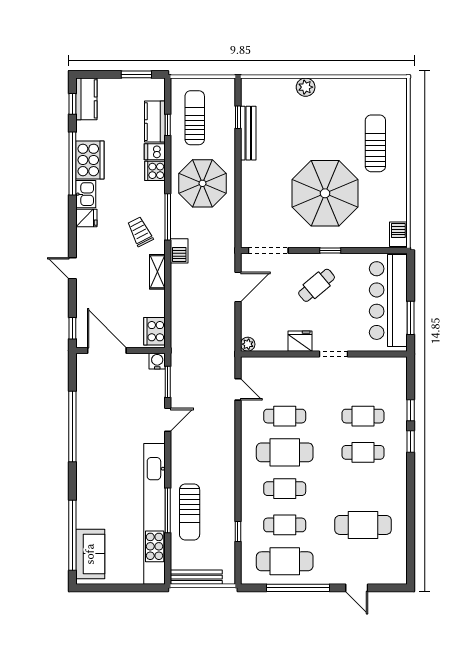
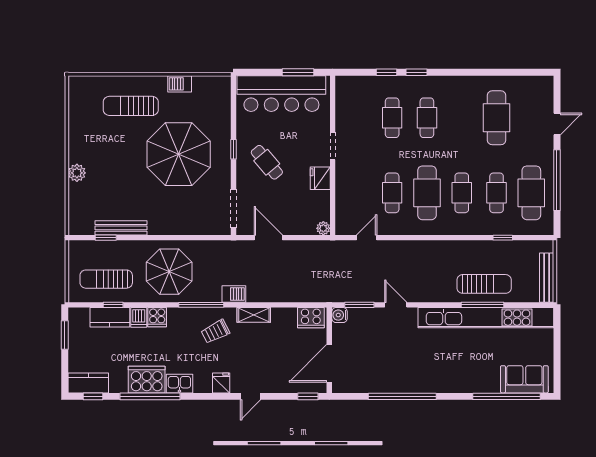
fridge: (86, 218) -> (221, 383), moved
barbecue: (398, 234) -> (180, 84), moved

